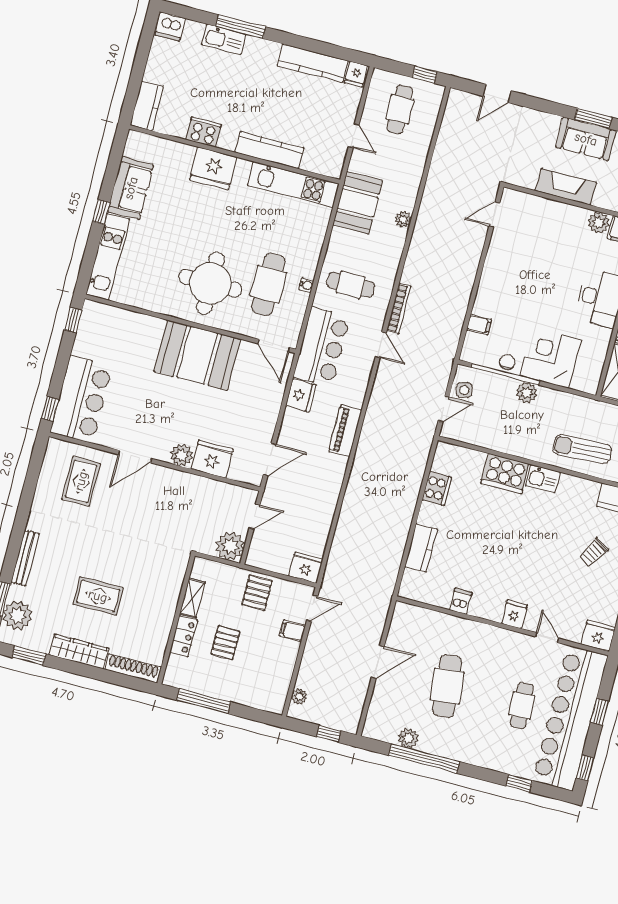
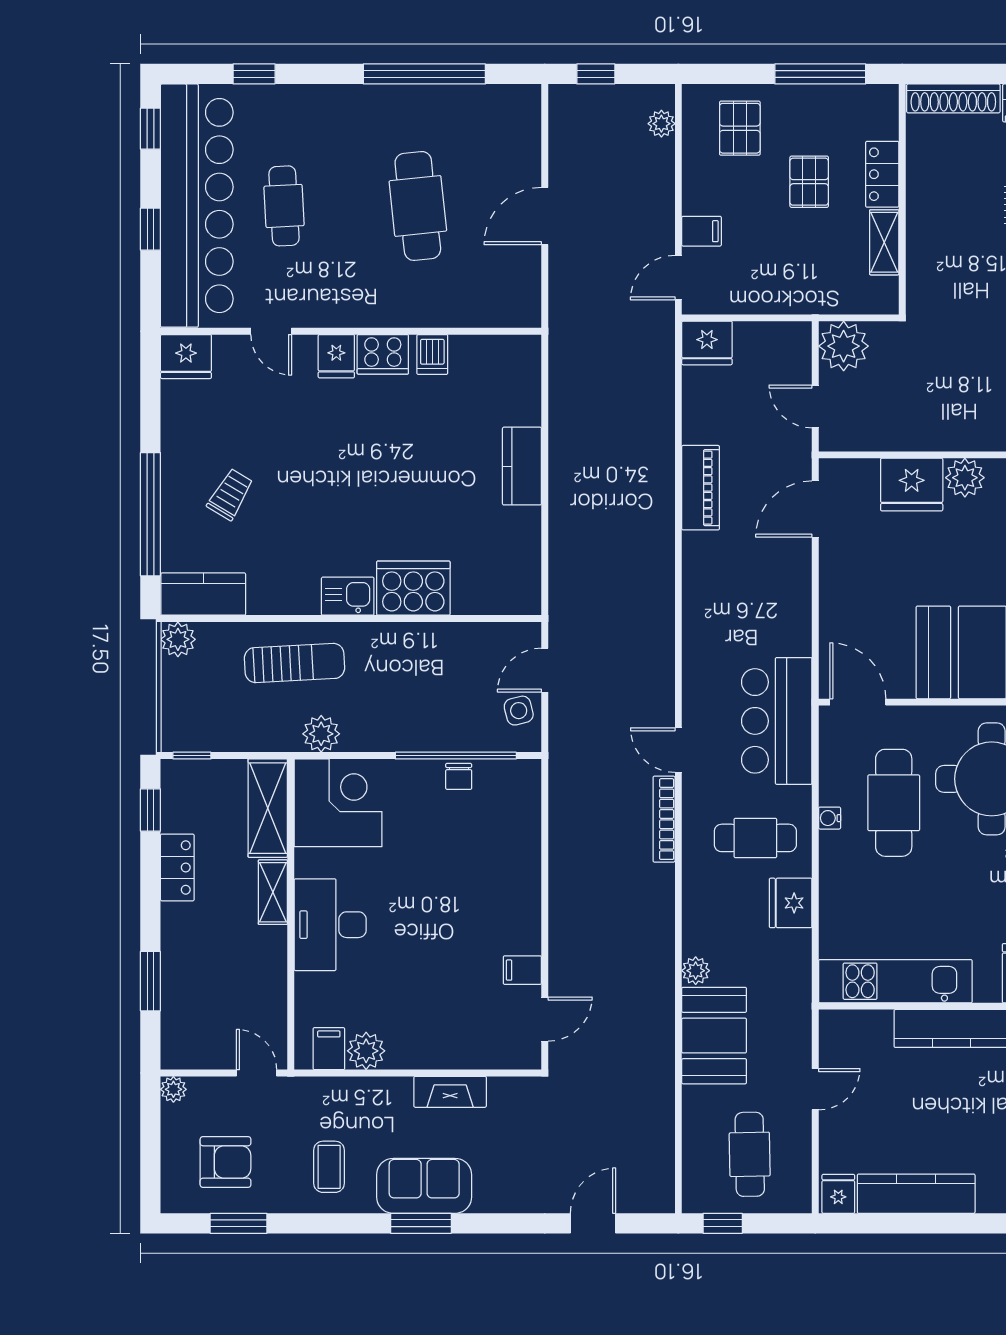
door: (354, 136) -> (815, 1089), swing flipped
fireplace: (566, 187) -> (450, 1092), width x0.73, depth x0.76
booth: (358, 203) -> (714, 1036), moved
filing cabinet: (479, 325) -> (522, 970), moved
corner desk: (551, 358) -> (338, 803), moved, turned -90
plant: (527, 393) -> (321, 734), moved
fridge: (301, 395) -> (791, 903), moved
piano: (345, 431) -> (701, 488), moved
cooker: (437, 489) -> (383, 354), moved, turned -90
door: (255, 517) -> (815, 406), hinge flipped
kitchen counter: (421, 548) -> (522, 466), moved
pallet: (257, 593) -> (740, 128), moved
plant: (408, 738) -> (460, 101), removed

